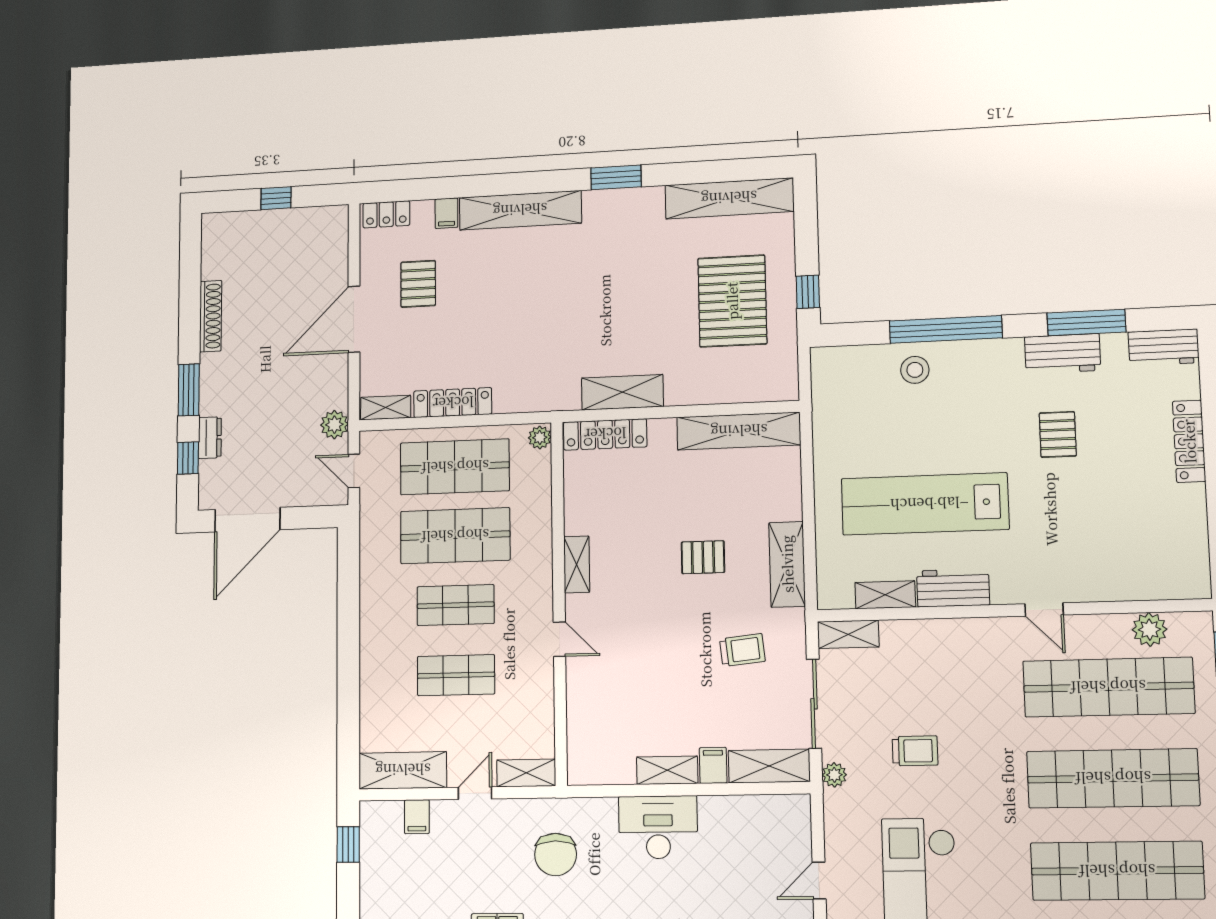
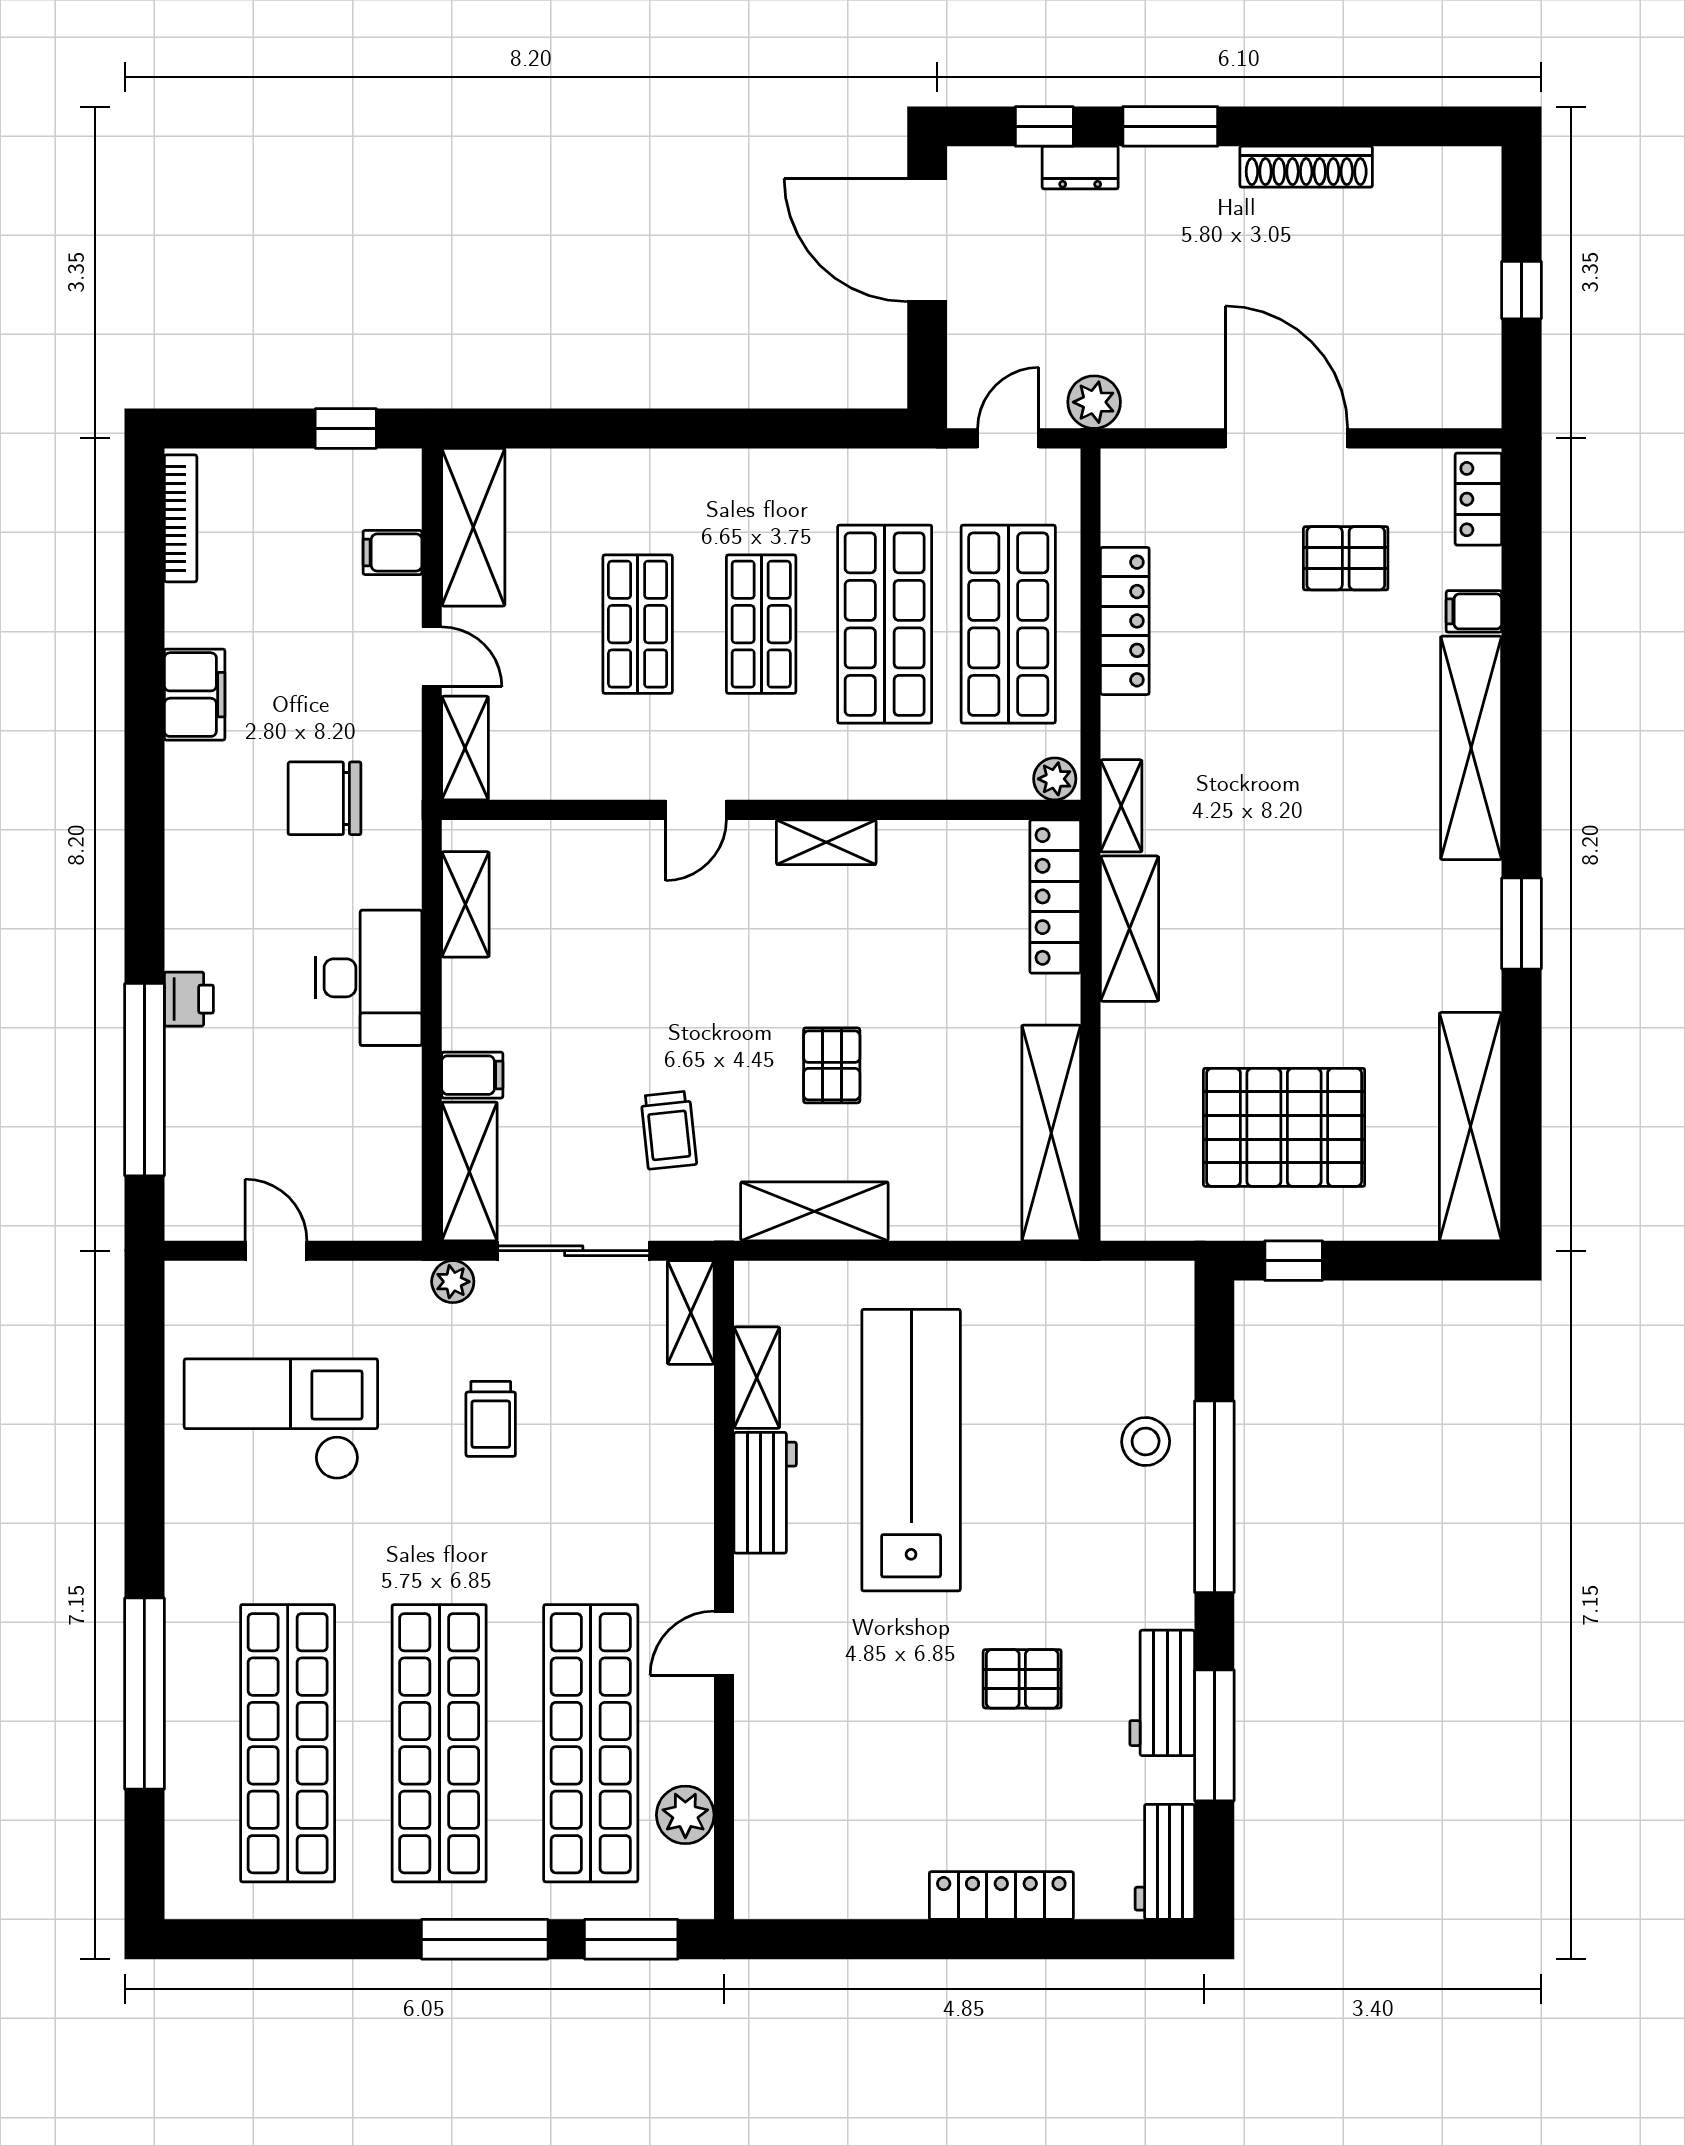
shelving: (386, 408) -> (1121, 806), moved
shelving: (667, 770) -> (465, 904), moved

